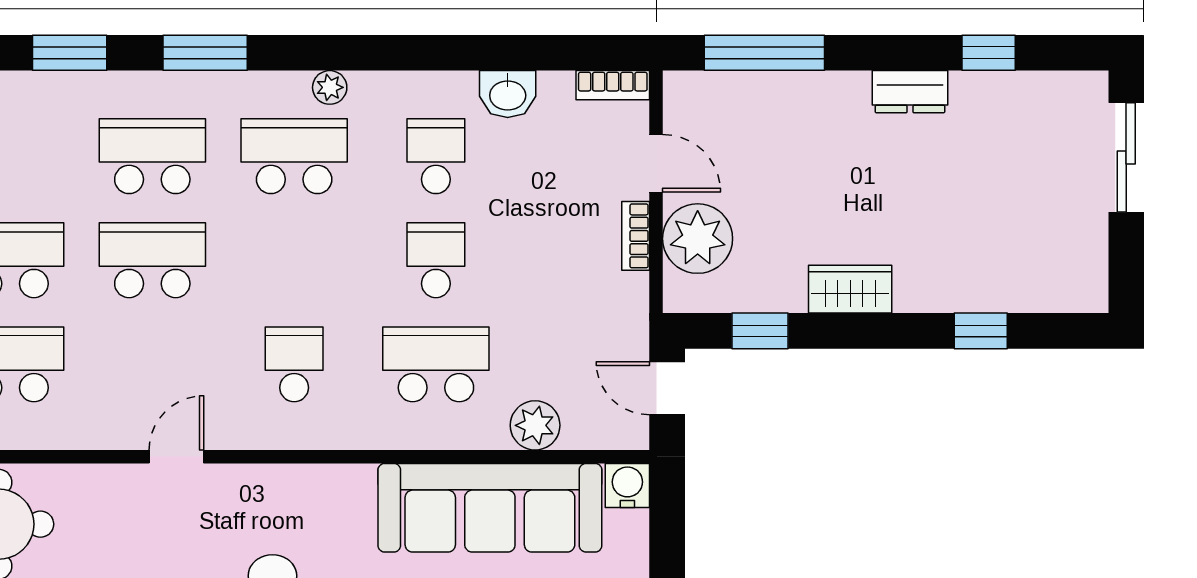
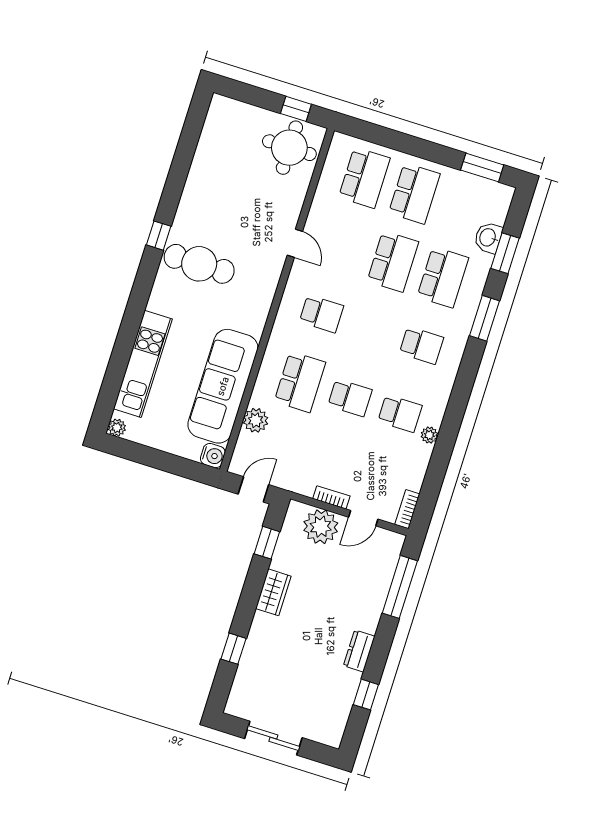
plant: (330, 87) -> (429, 435), moved
washbasin: (508, 94) -> (488, 238), moved
school desk: (294, 156) -> (421, 345), width x0.54
sliding door: (1126, 157) -> (273, 738), moved

